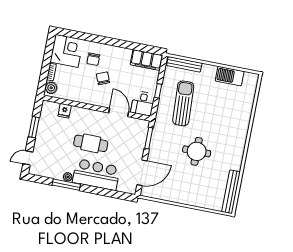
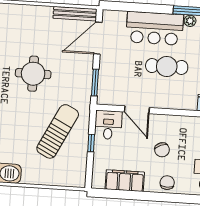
chair: (93, 59) -> (167, 183), moved
filing cabinet: (146, 60) -> (125, 181), moved
bench: (184, 64) -> (75, 14), moved
sun lounger: (183, 103) -> (58, 131), turned -150

